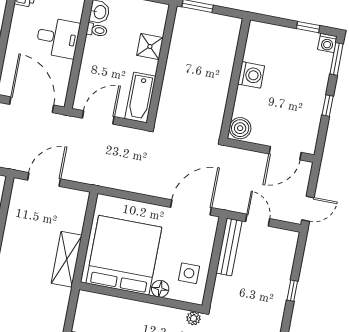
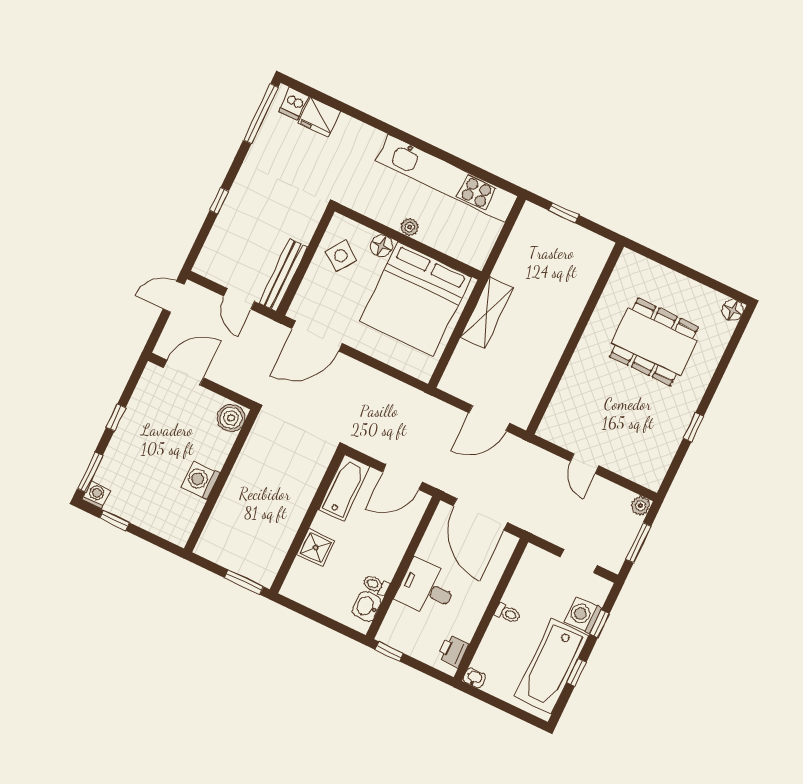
side table: (189, 273) -> (341, 256), turned 37
plant: (194, 318) -> (410, 227), moved

